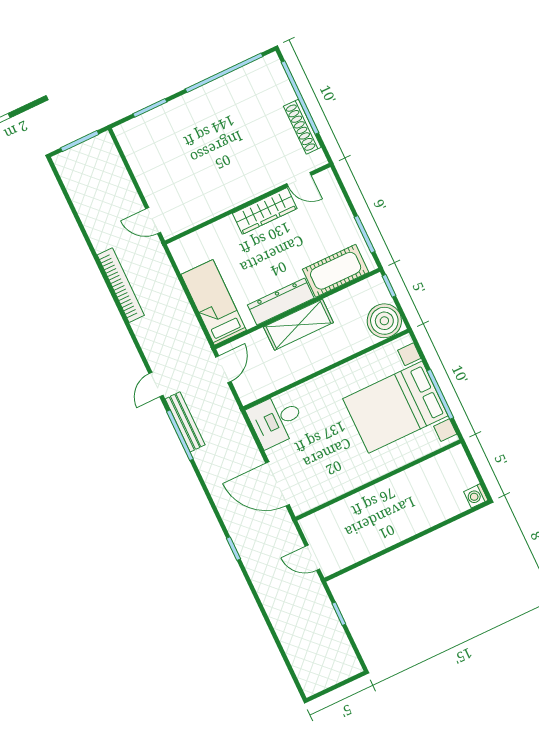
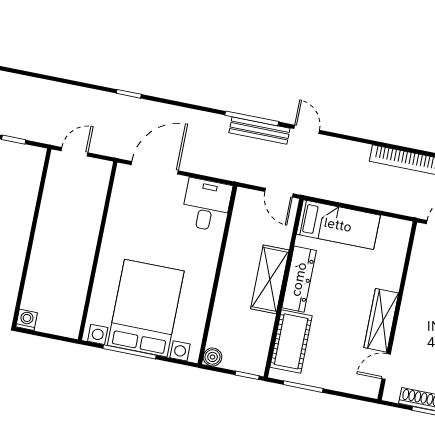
boiler: (384, 321) -> (213, 357), width x0.54, depth x0.54

